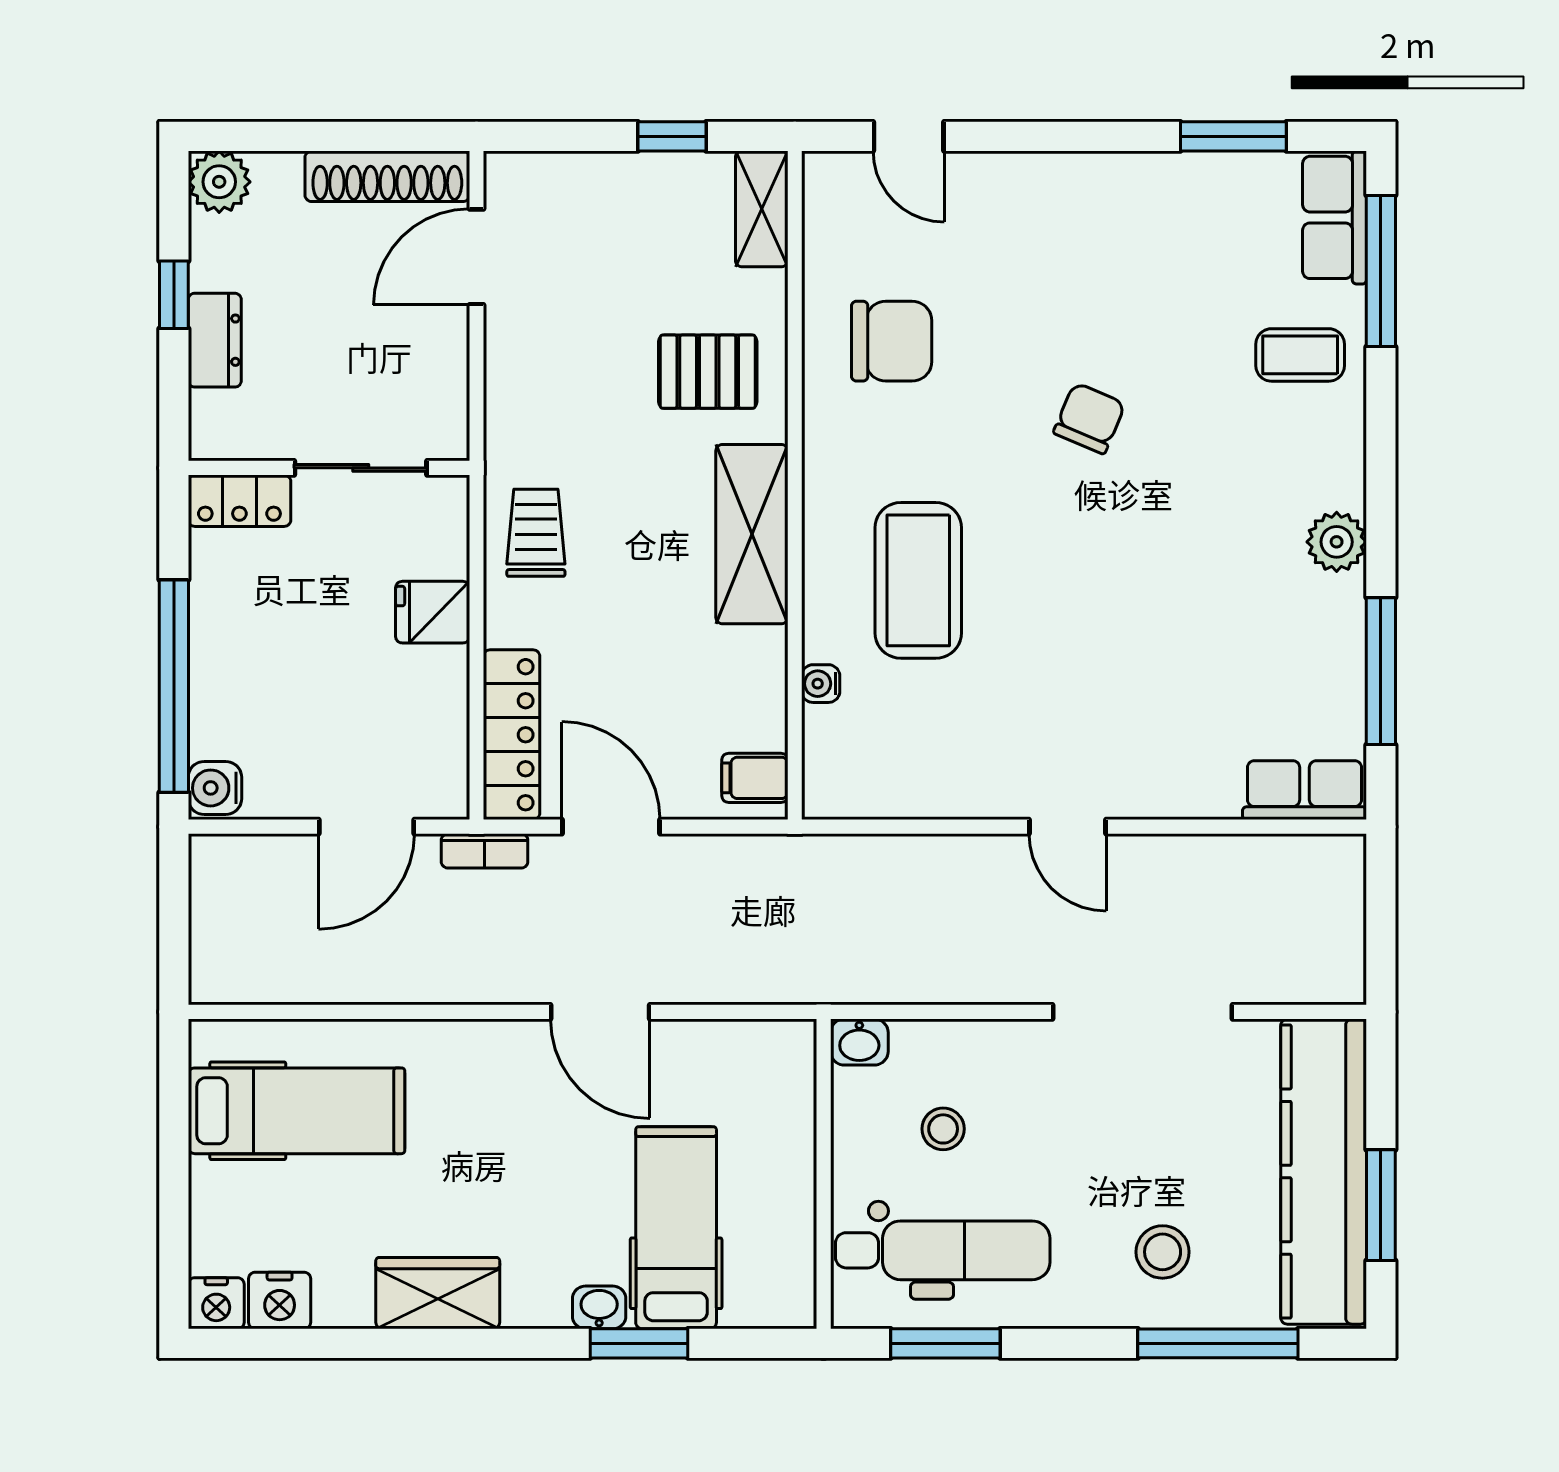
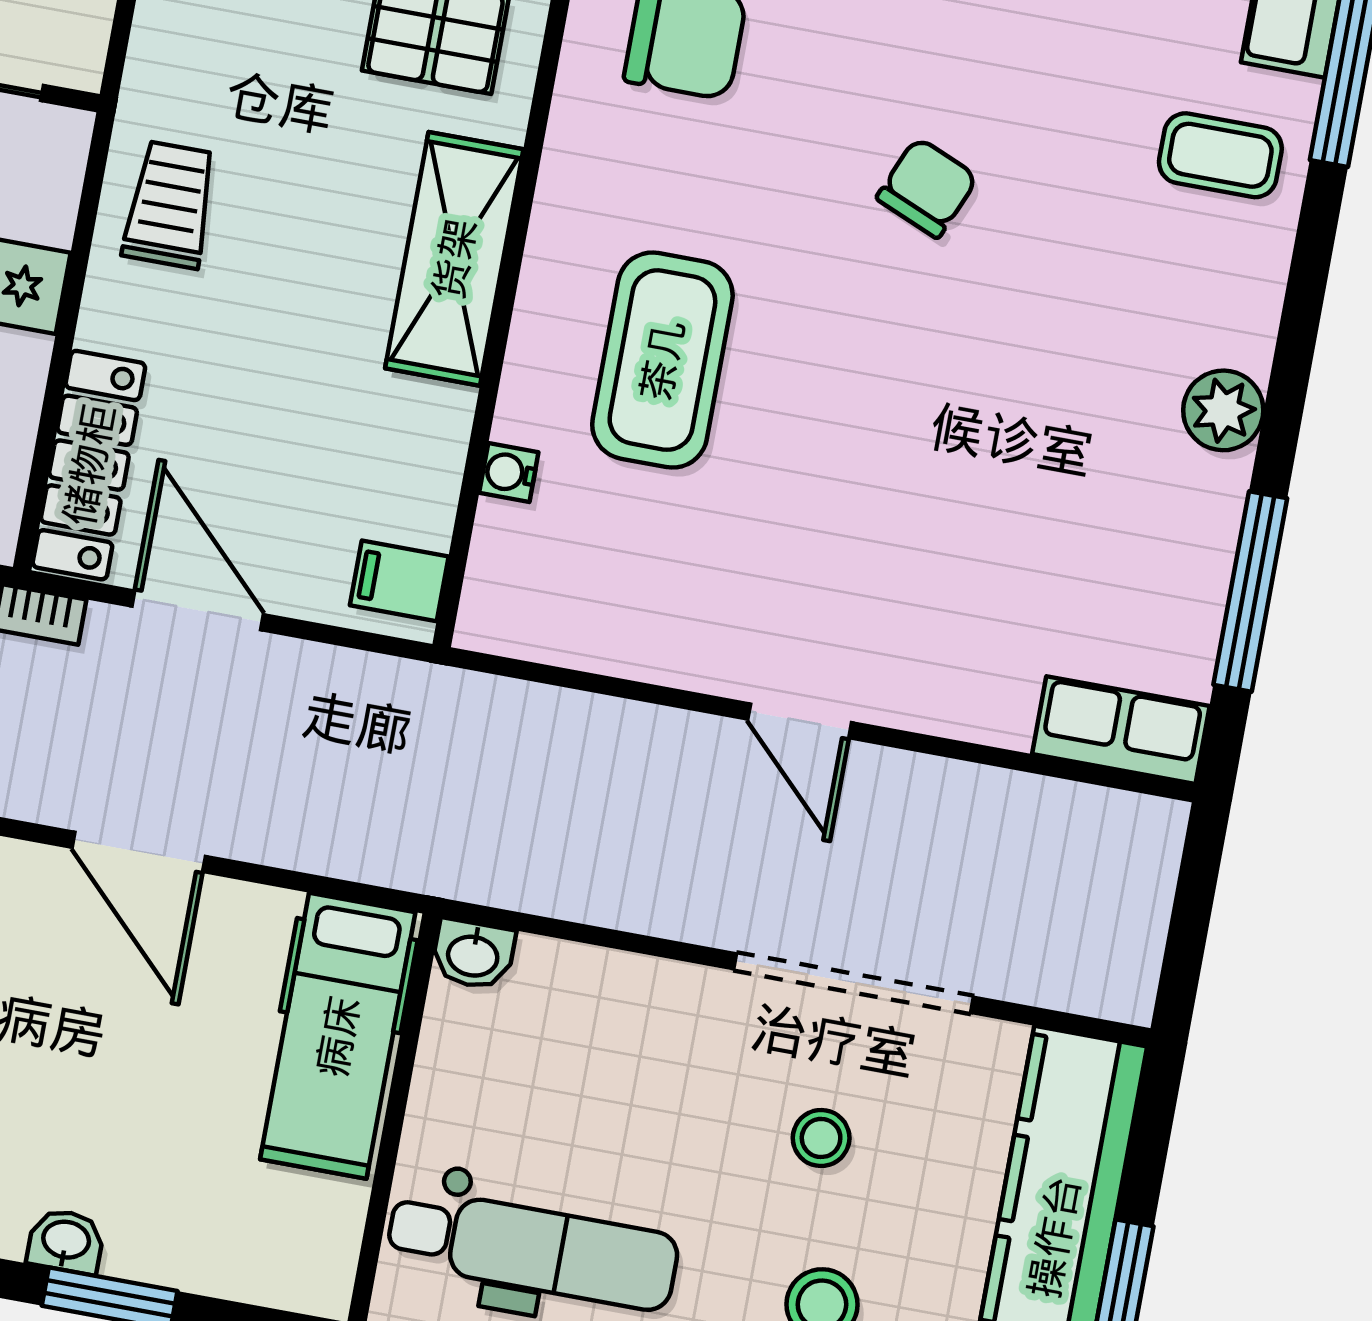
stool: (943, 1129) -> (821, 1138), moved
hospital bed: (676, 1228) -> (338, 1036), moved, turned 180

